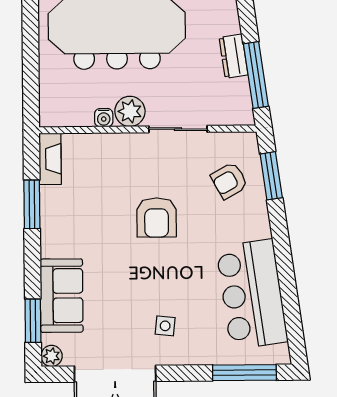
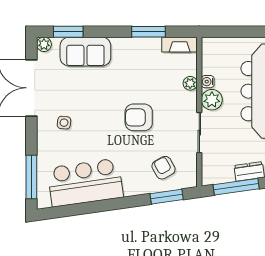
plant: (106, 143) -> (190, 83), added

